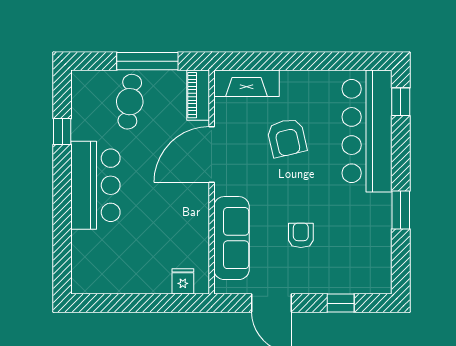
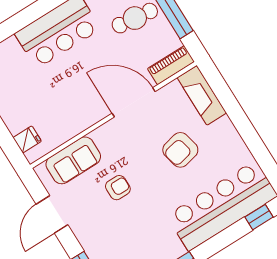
armchair: (301, 235) -> (118, 188), moved
sofa: (232, 238) -> (73, 160), width x0.73

